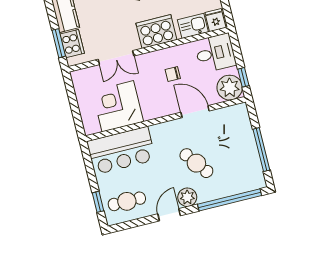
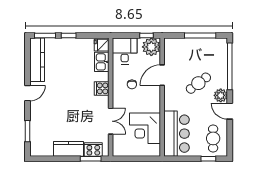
cooker: (156, 31) -> (102, 88), width x0.53, depth x0.76

